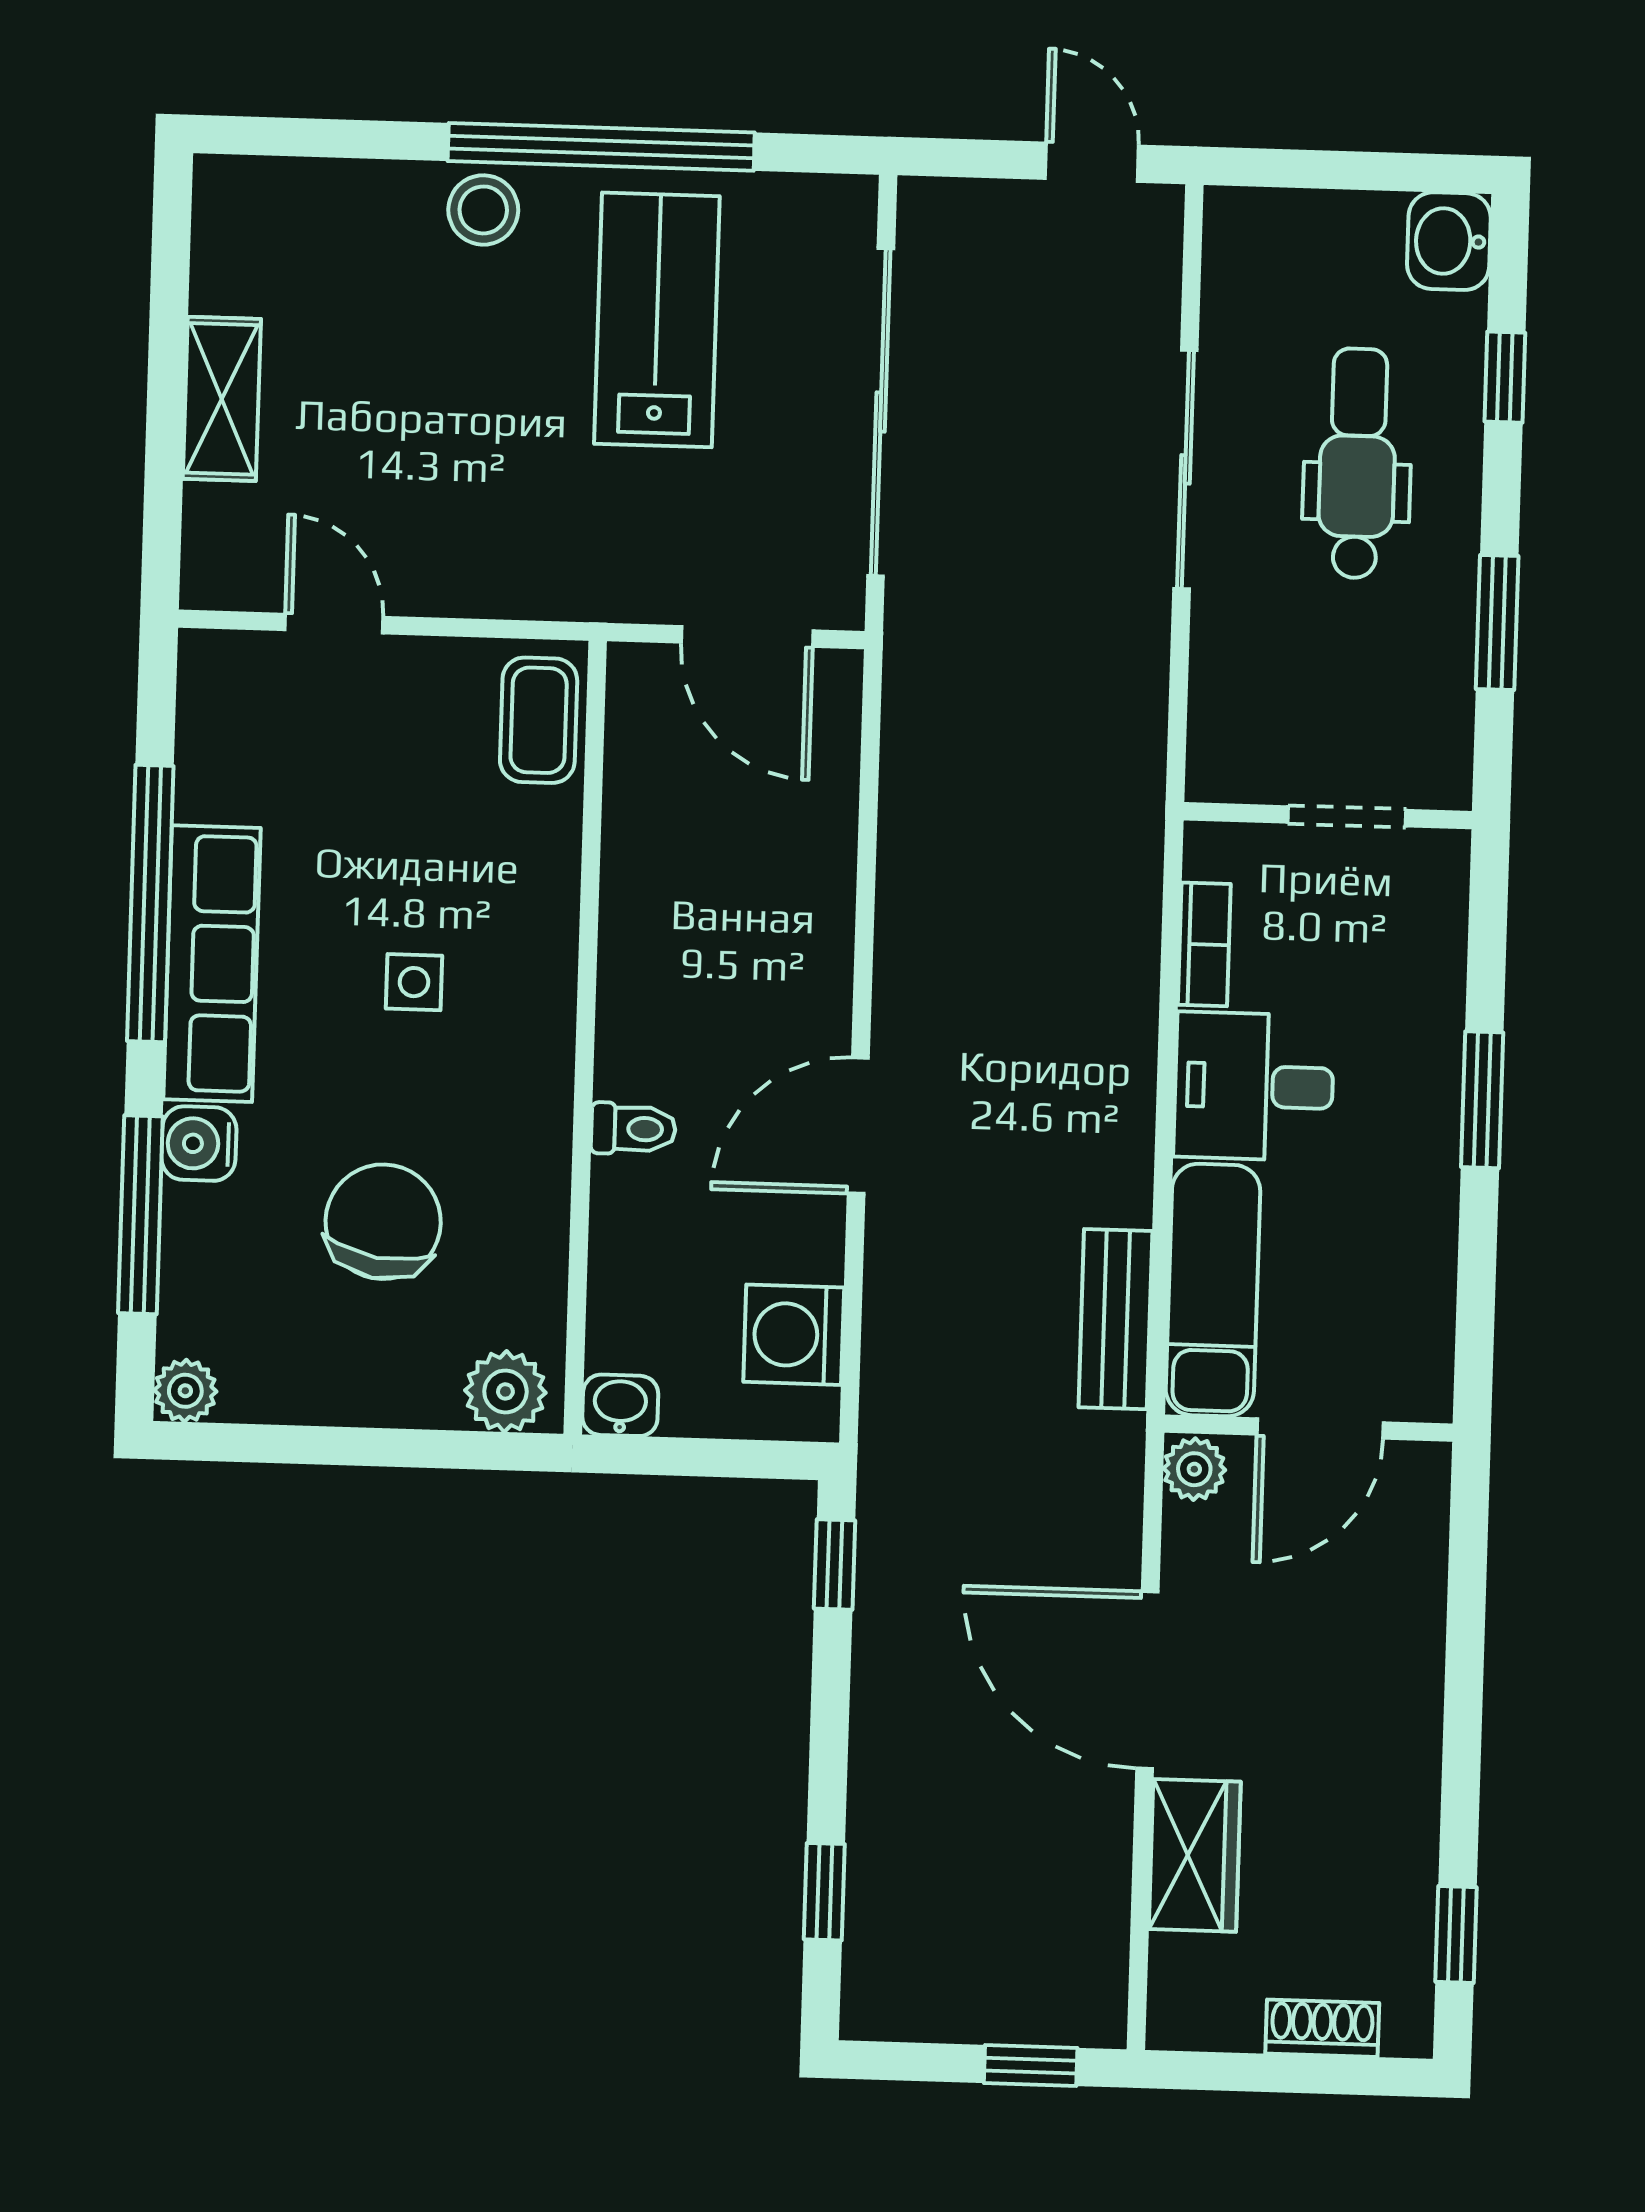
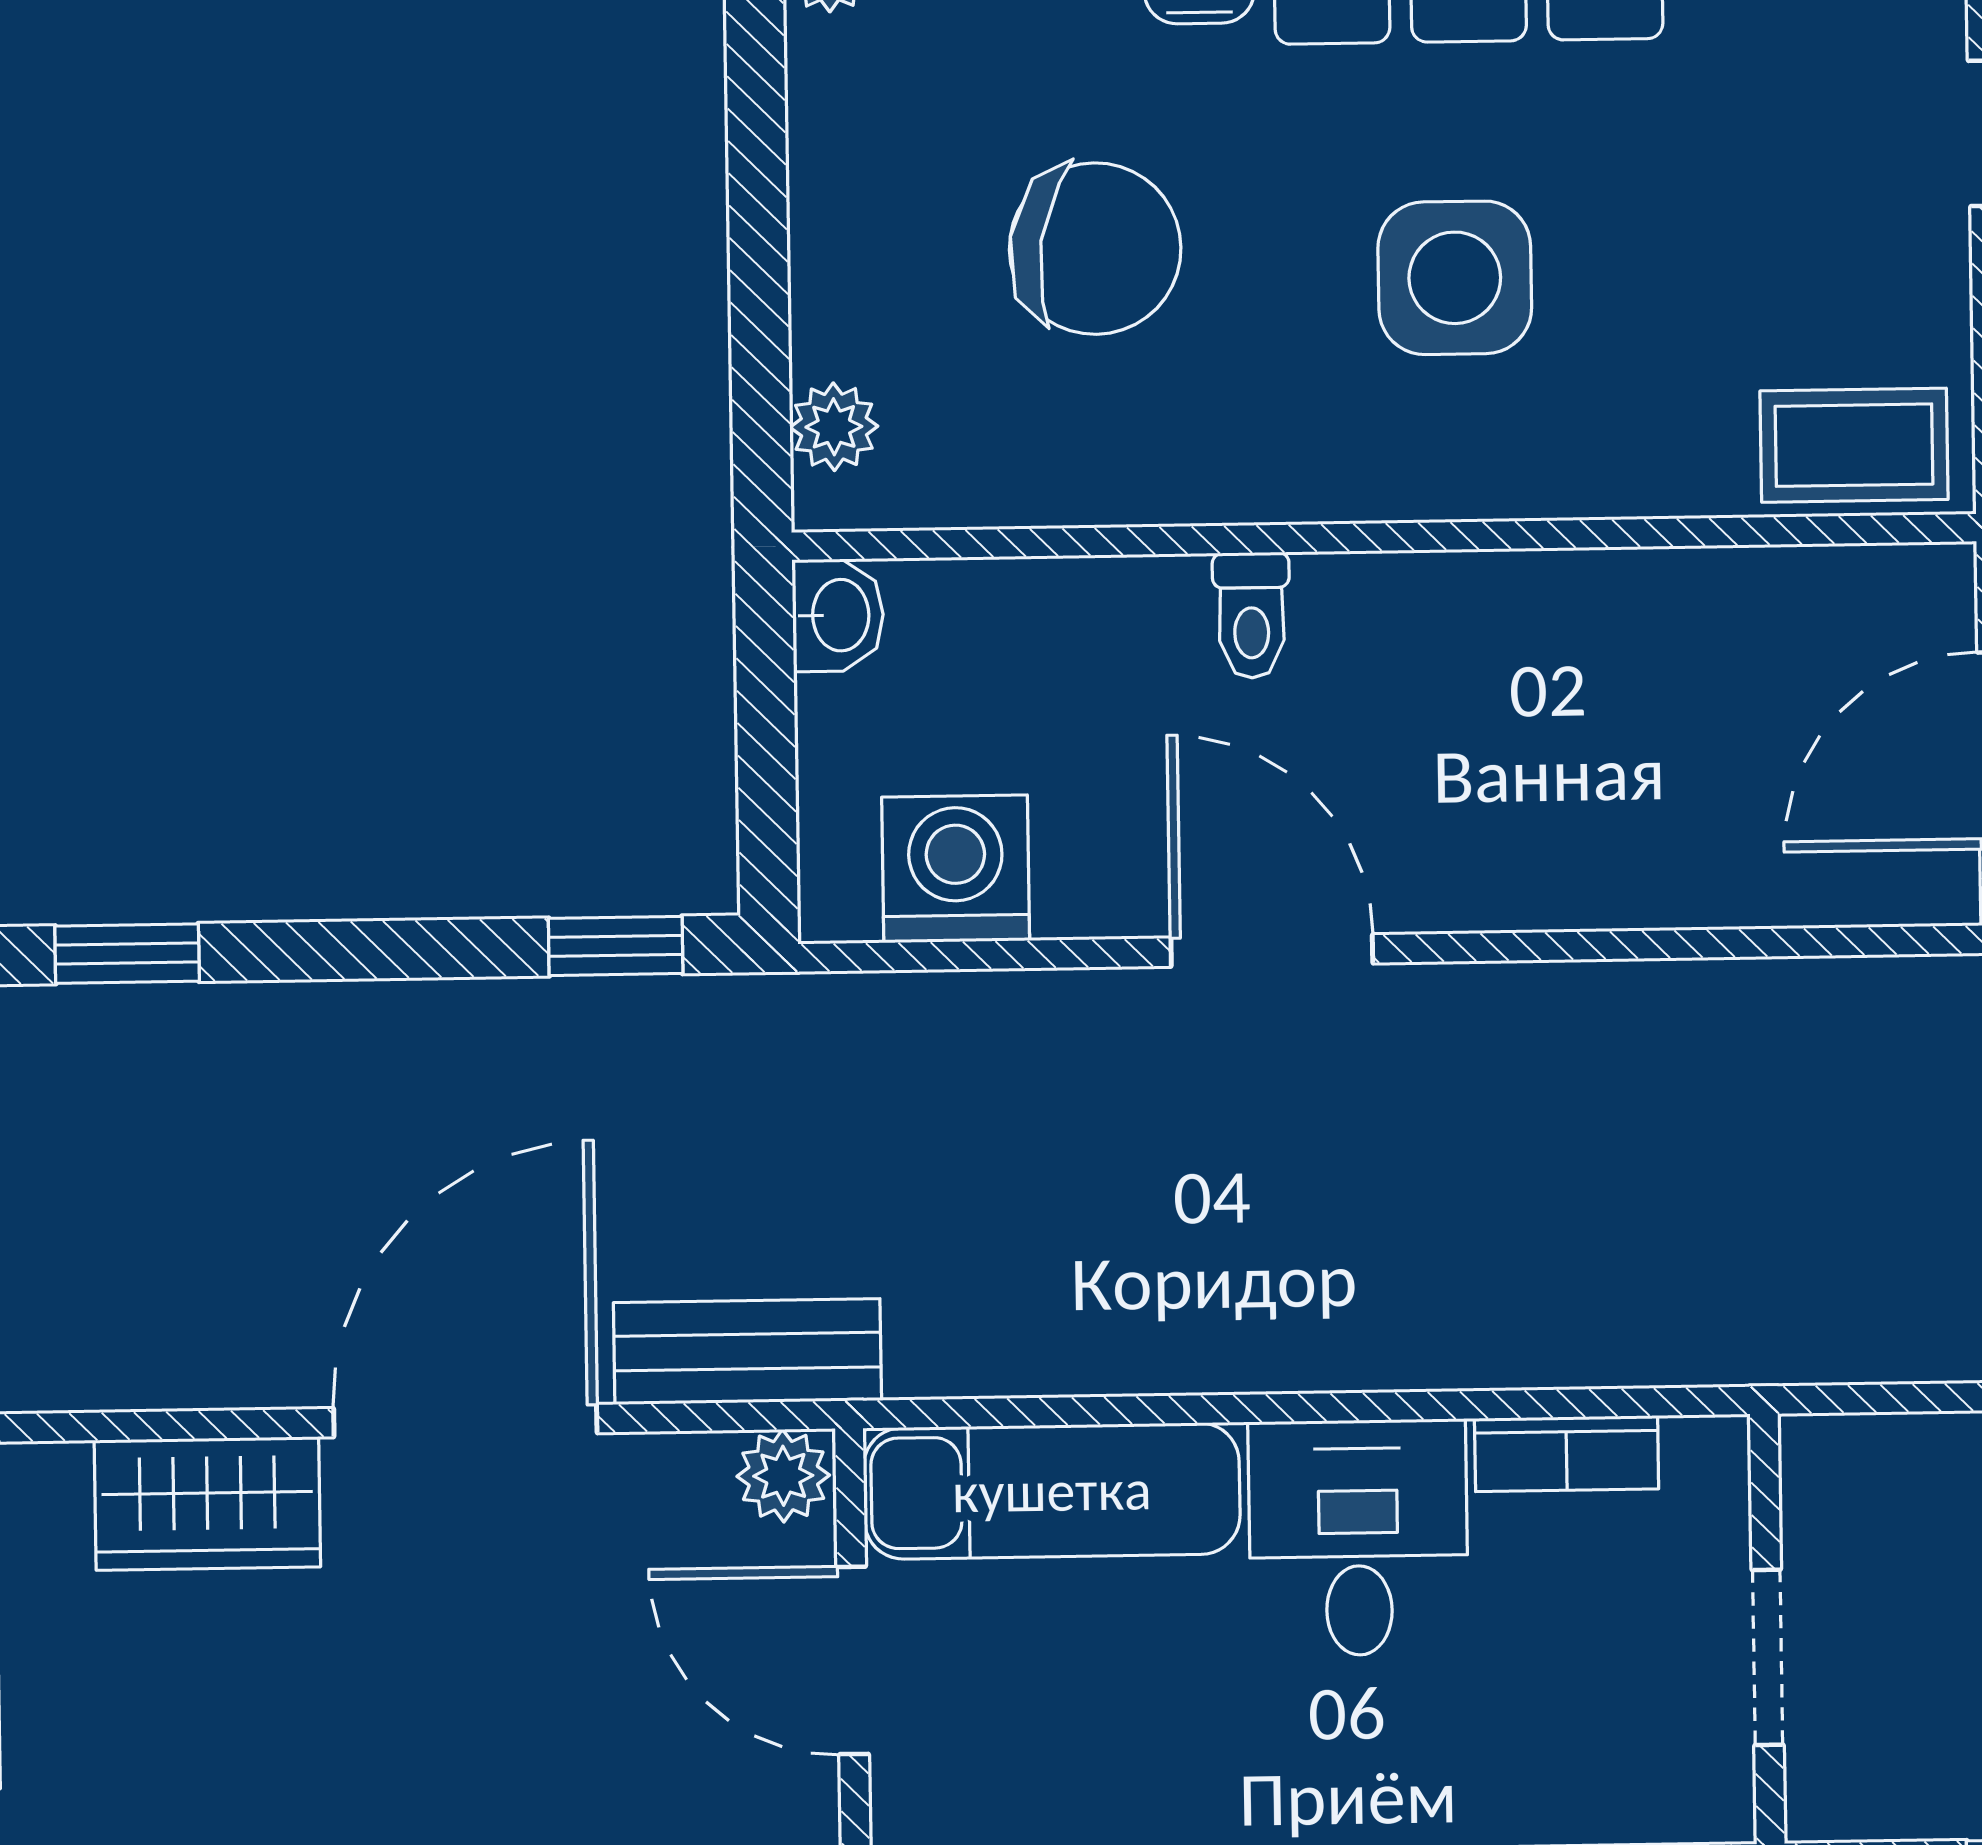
side table: (414, 982) -> (1455, 278), width x1.87, depth x1.87
bench: (1115, 1319) -> (747, 1352), moved
plant: (505, 1391) -> (834, 427), width x0.73, depth x0.73

